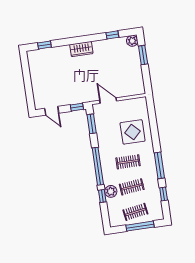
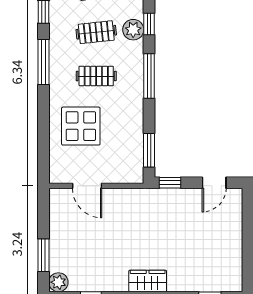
door: (108, 101) -> (87, 186), moved
door: (52, 111) -> (214, 183), swing flipped
window: (98, 166) -> (149, 76), width x0.68

